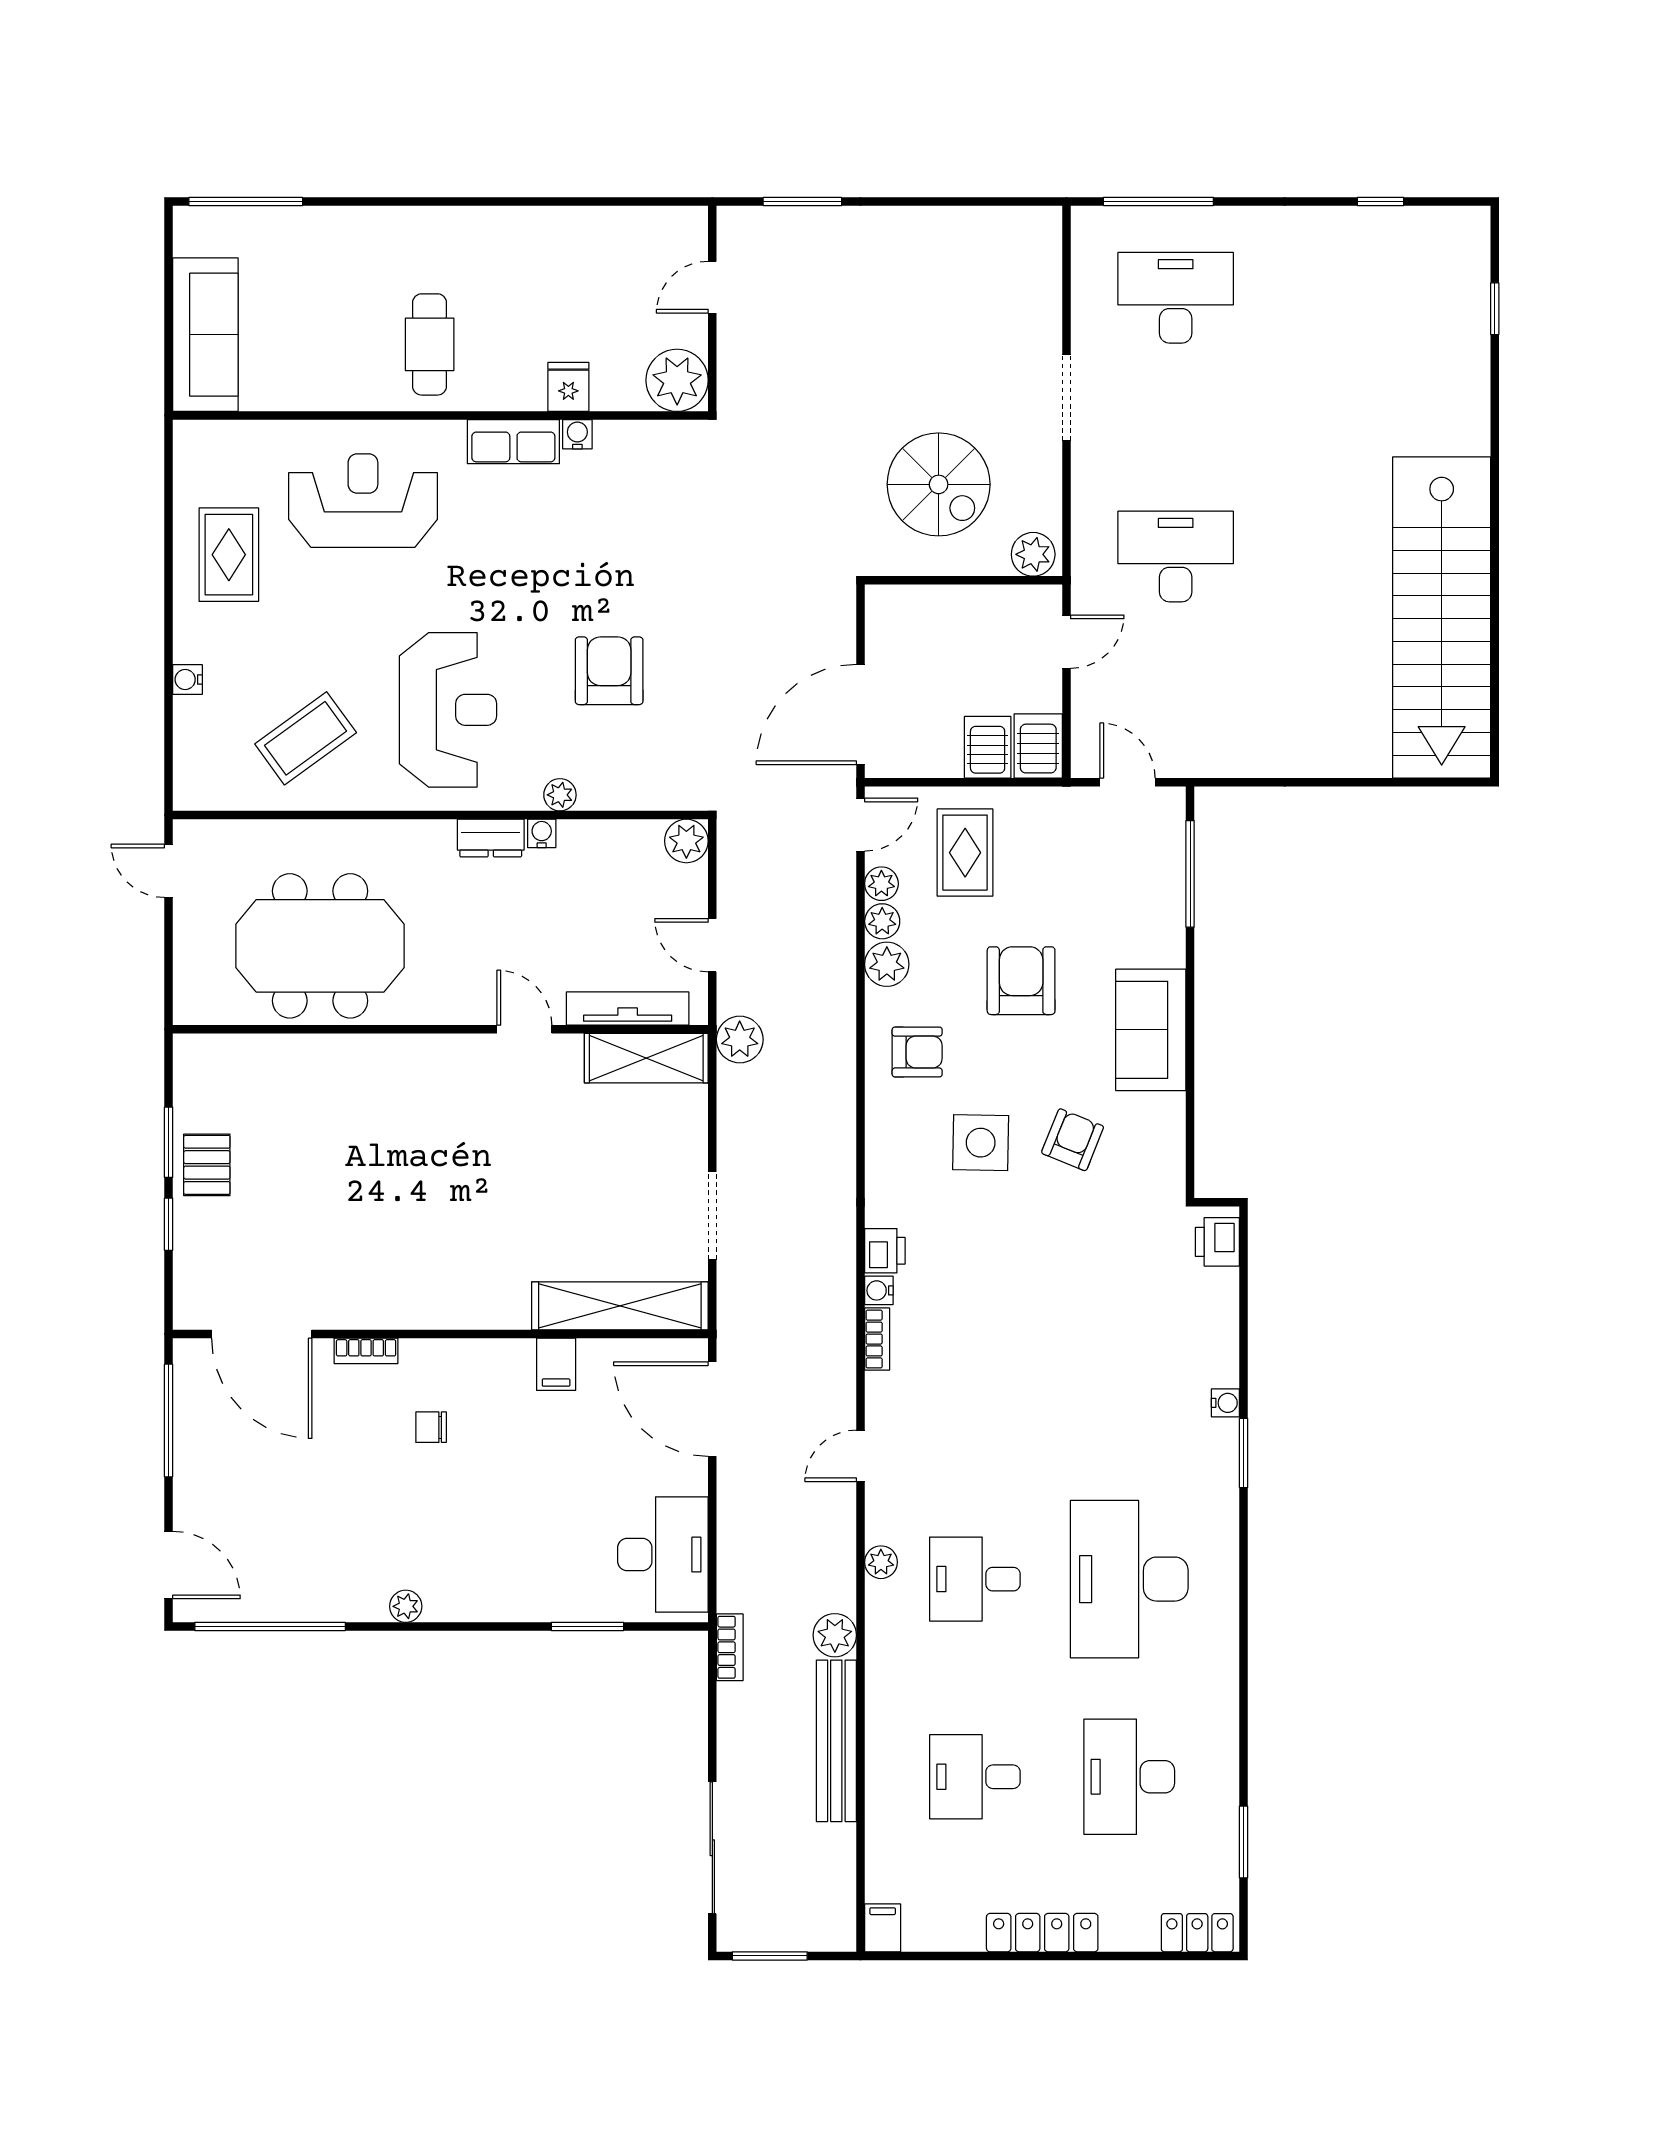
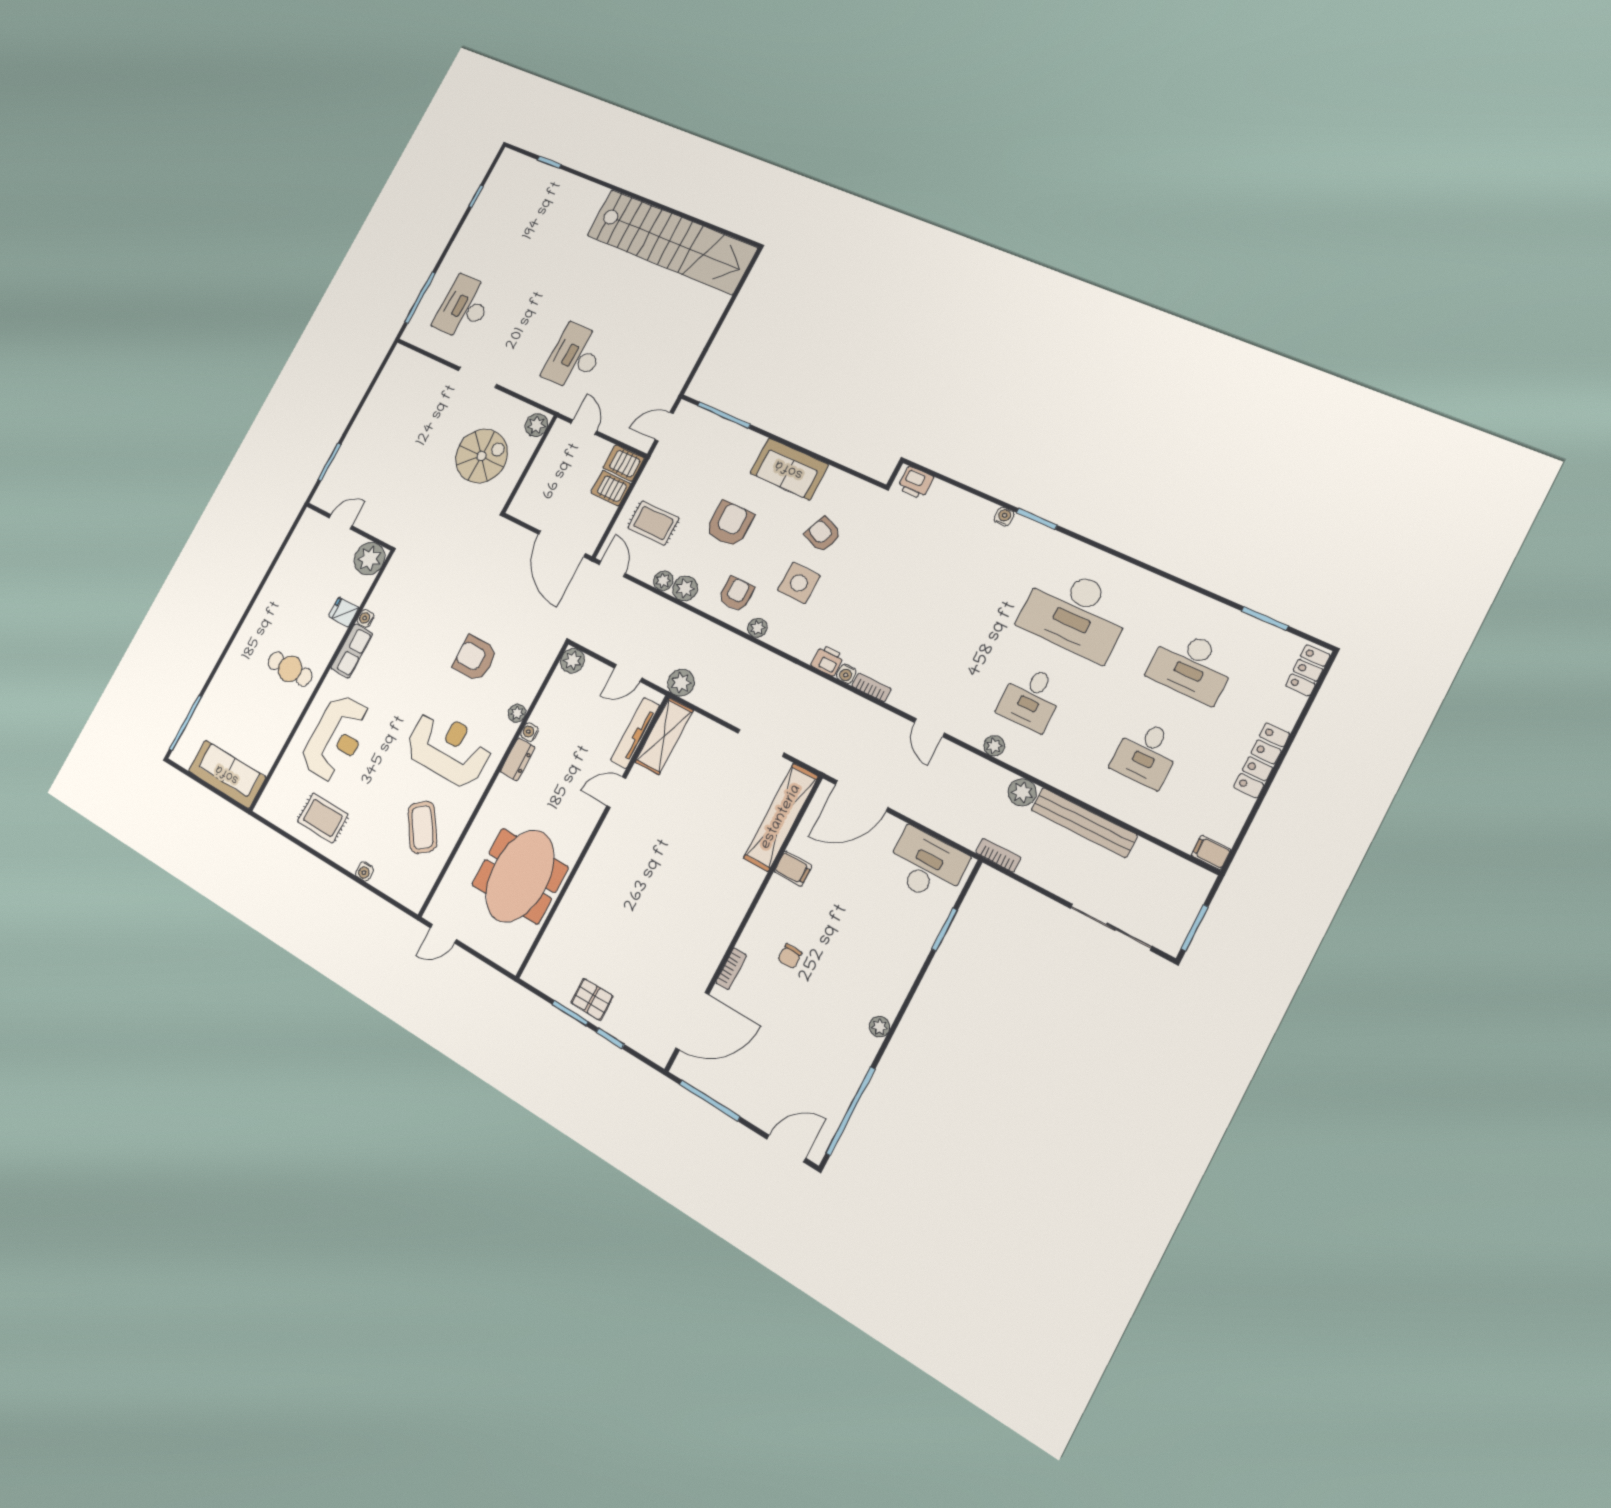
door: (712, 287) -> (341, 522), swing flipped
reception desk: (363, 501) -> (336, 738), turned 180
plant: (881, 884) -> (757, 628), moved
armchair: (1021, 981) -> (730, 524), turned 90

